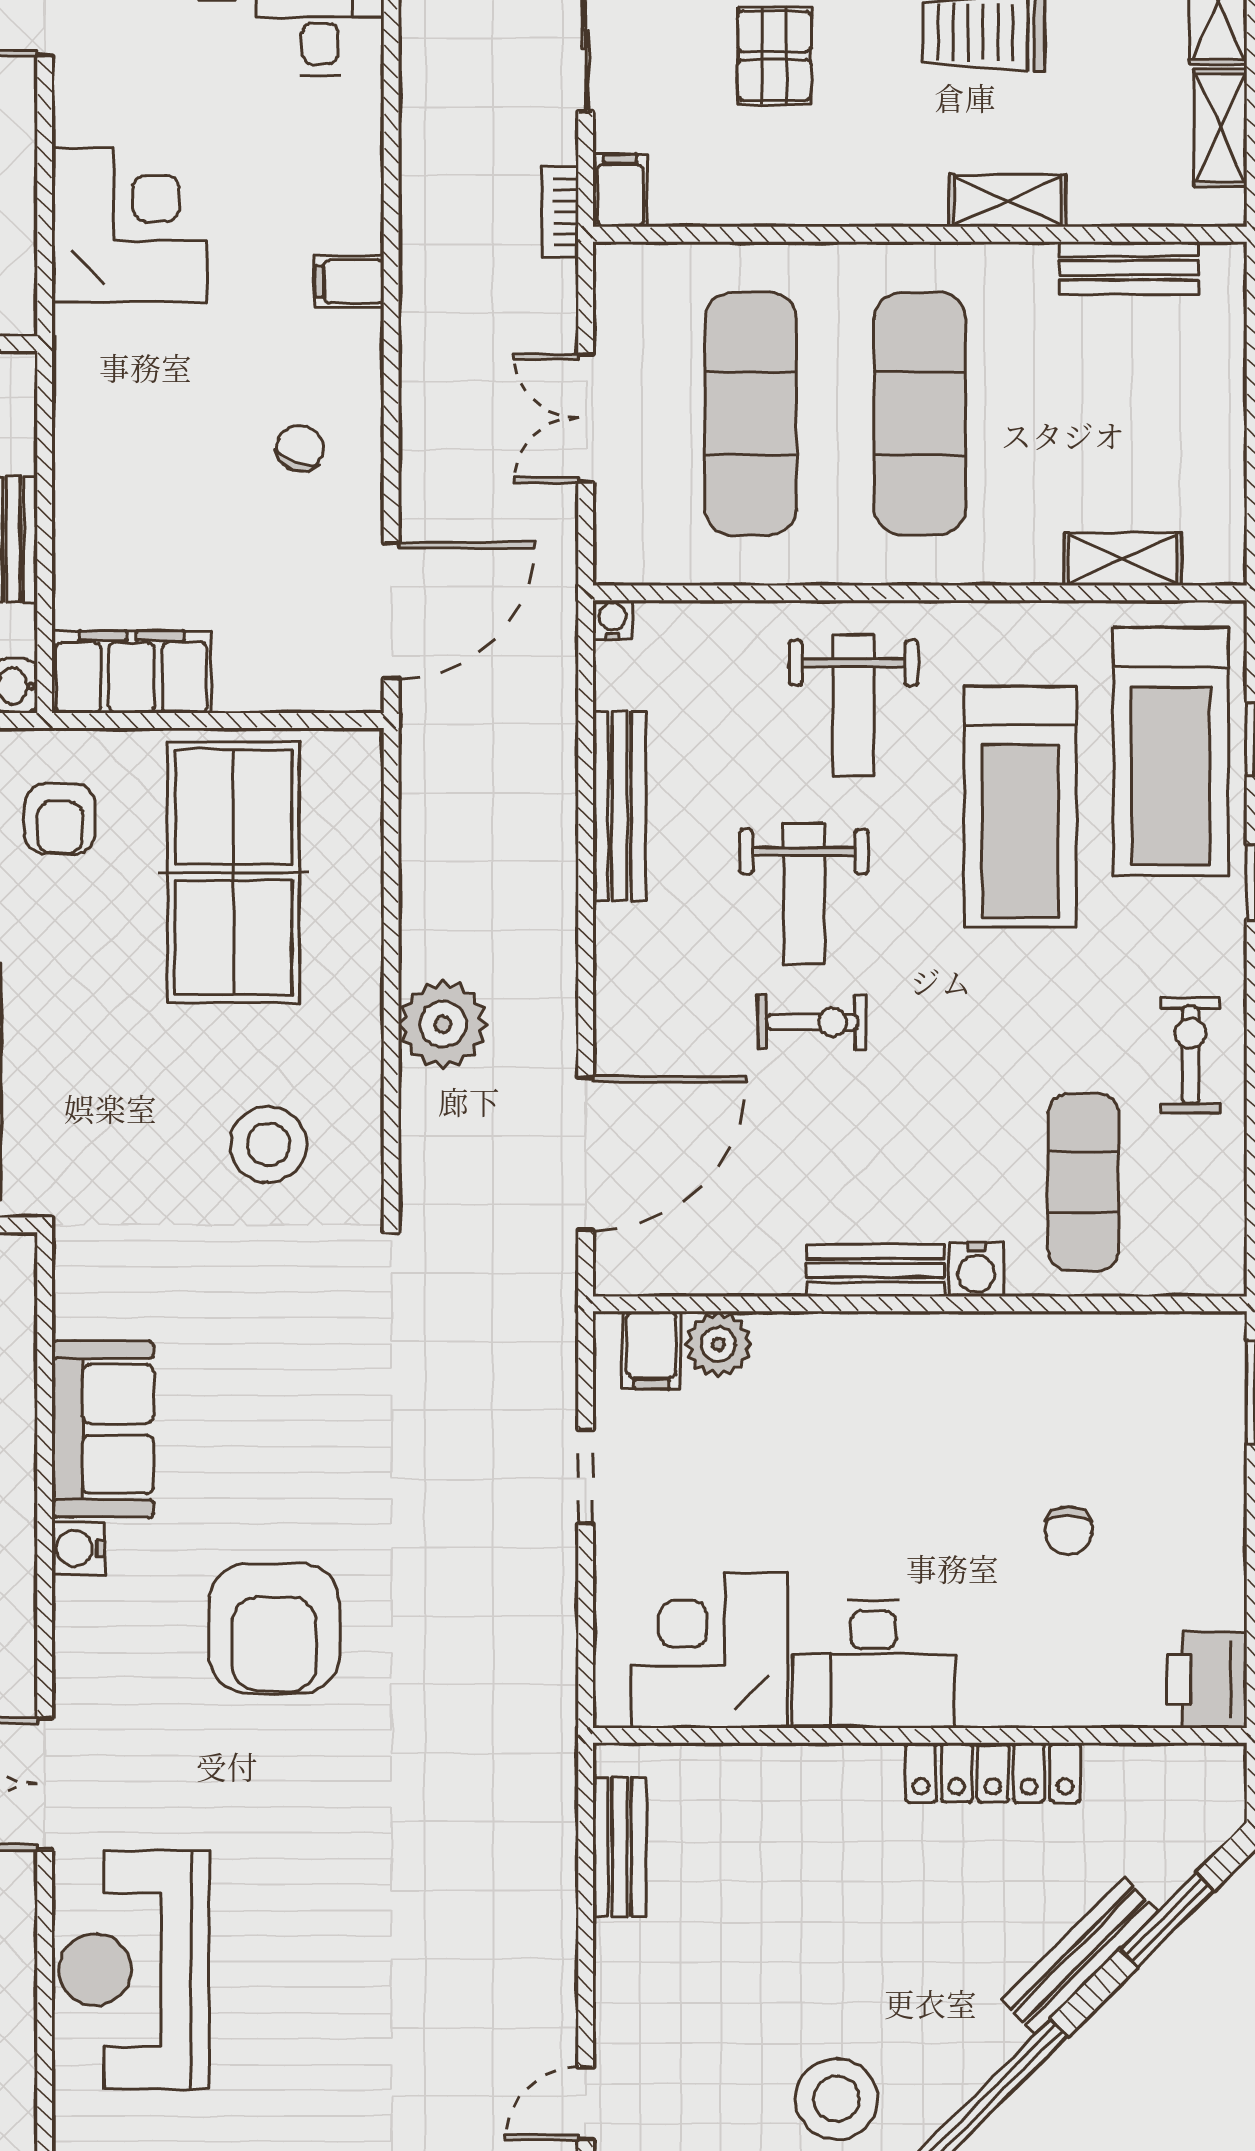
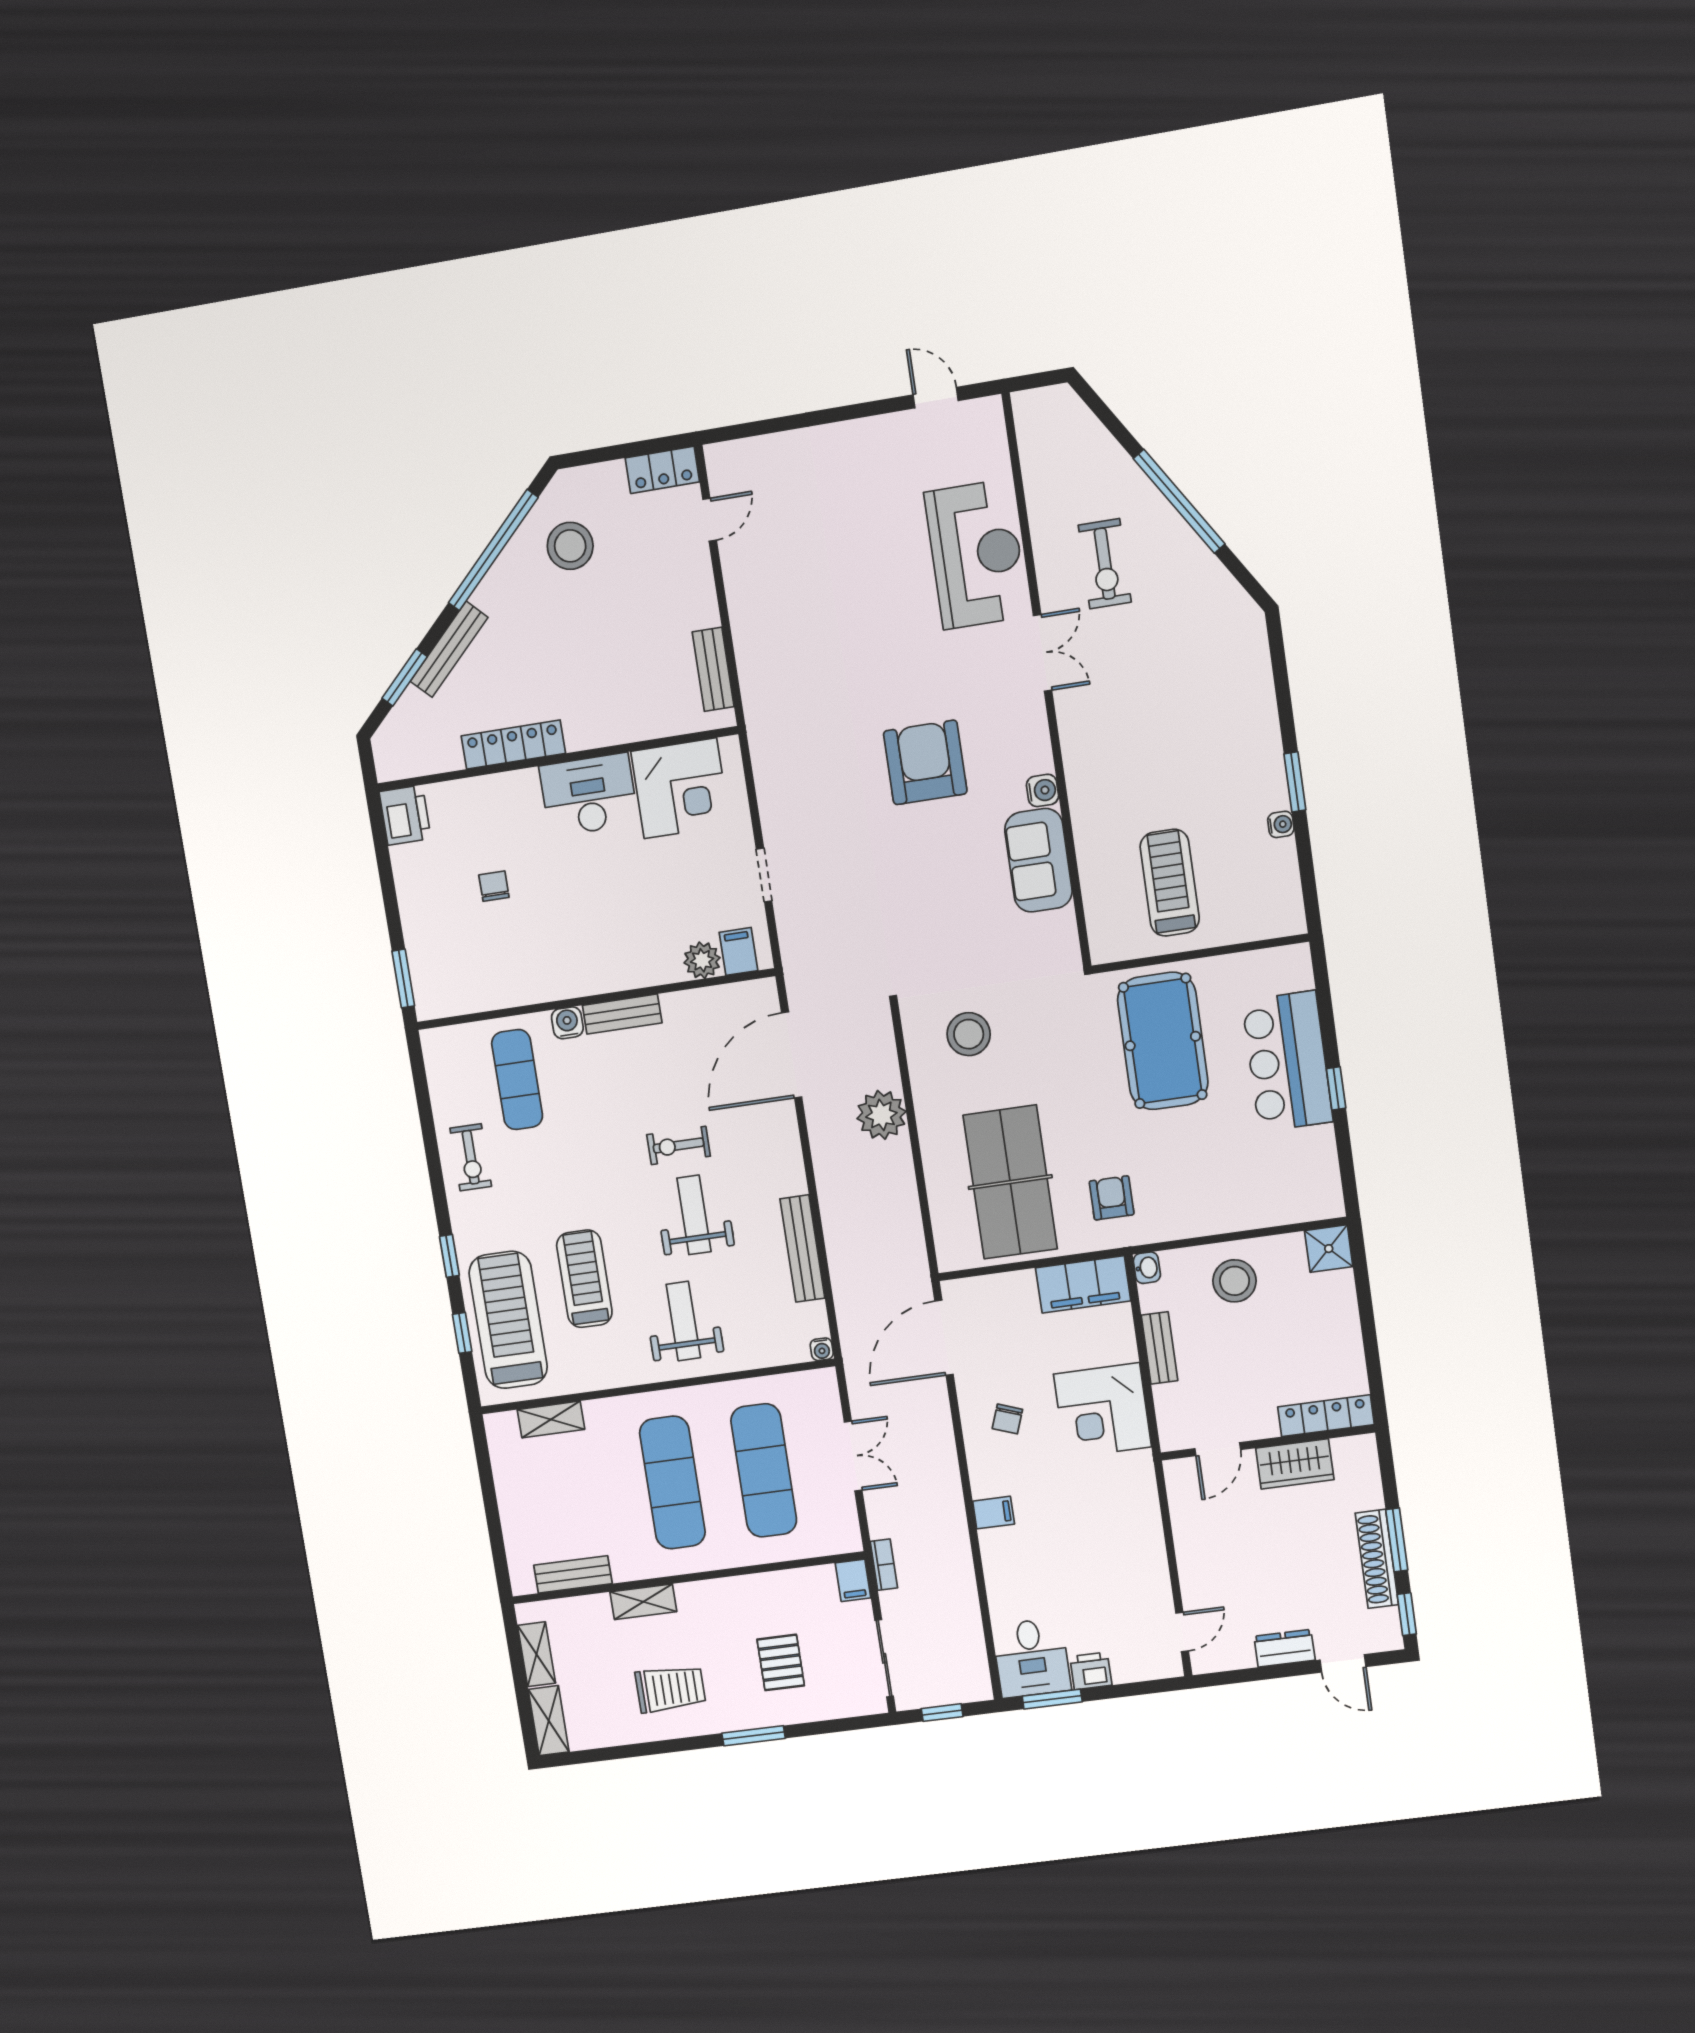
corner desk: (129, 225) -> (1102, 1410), moved
treadmill: (1020, 807) -> (584, 1279), width x0.73, depth x0.73

